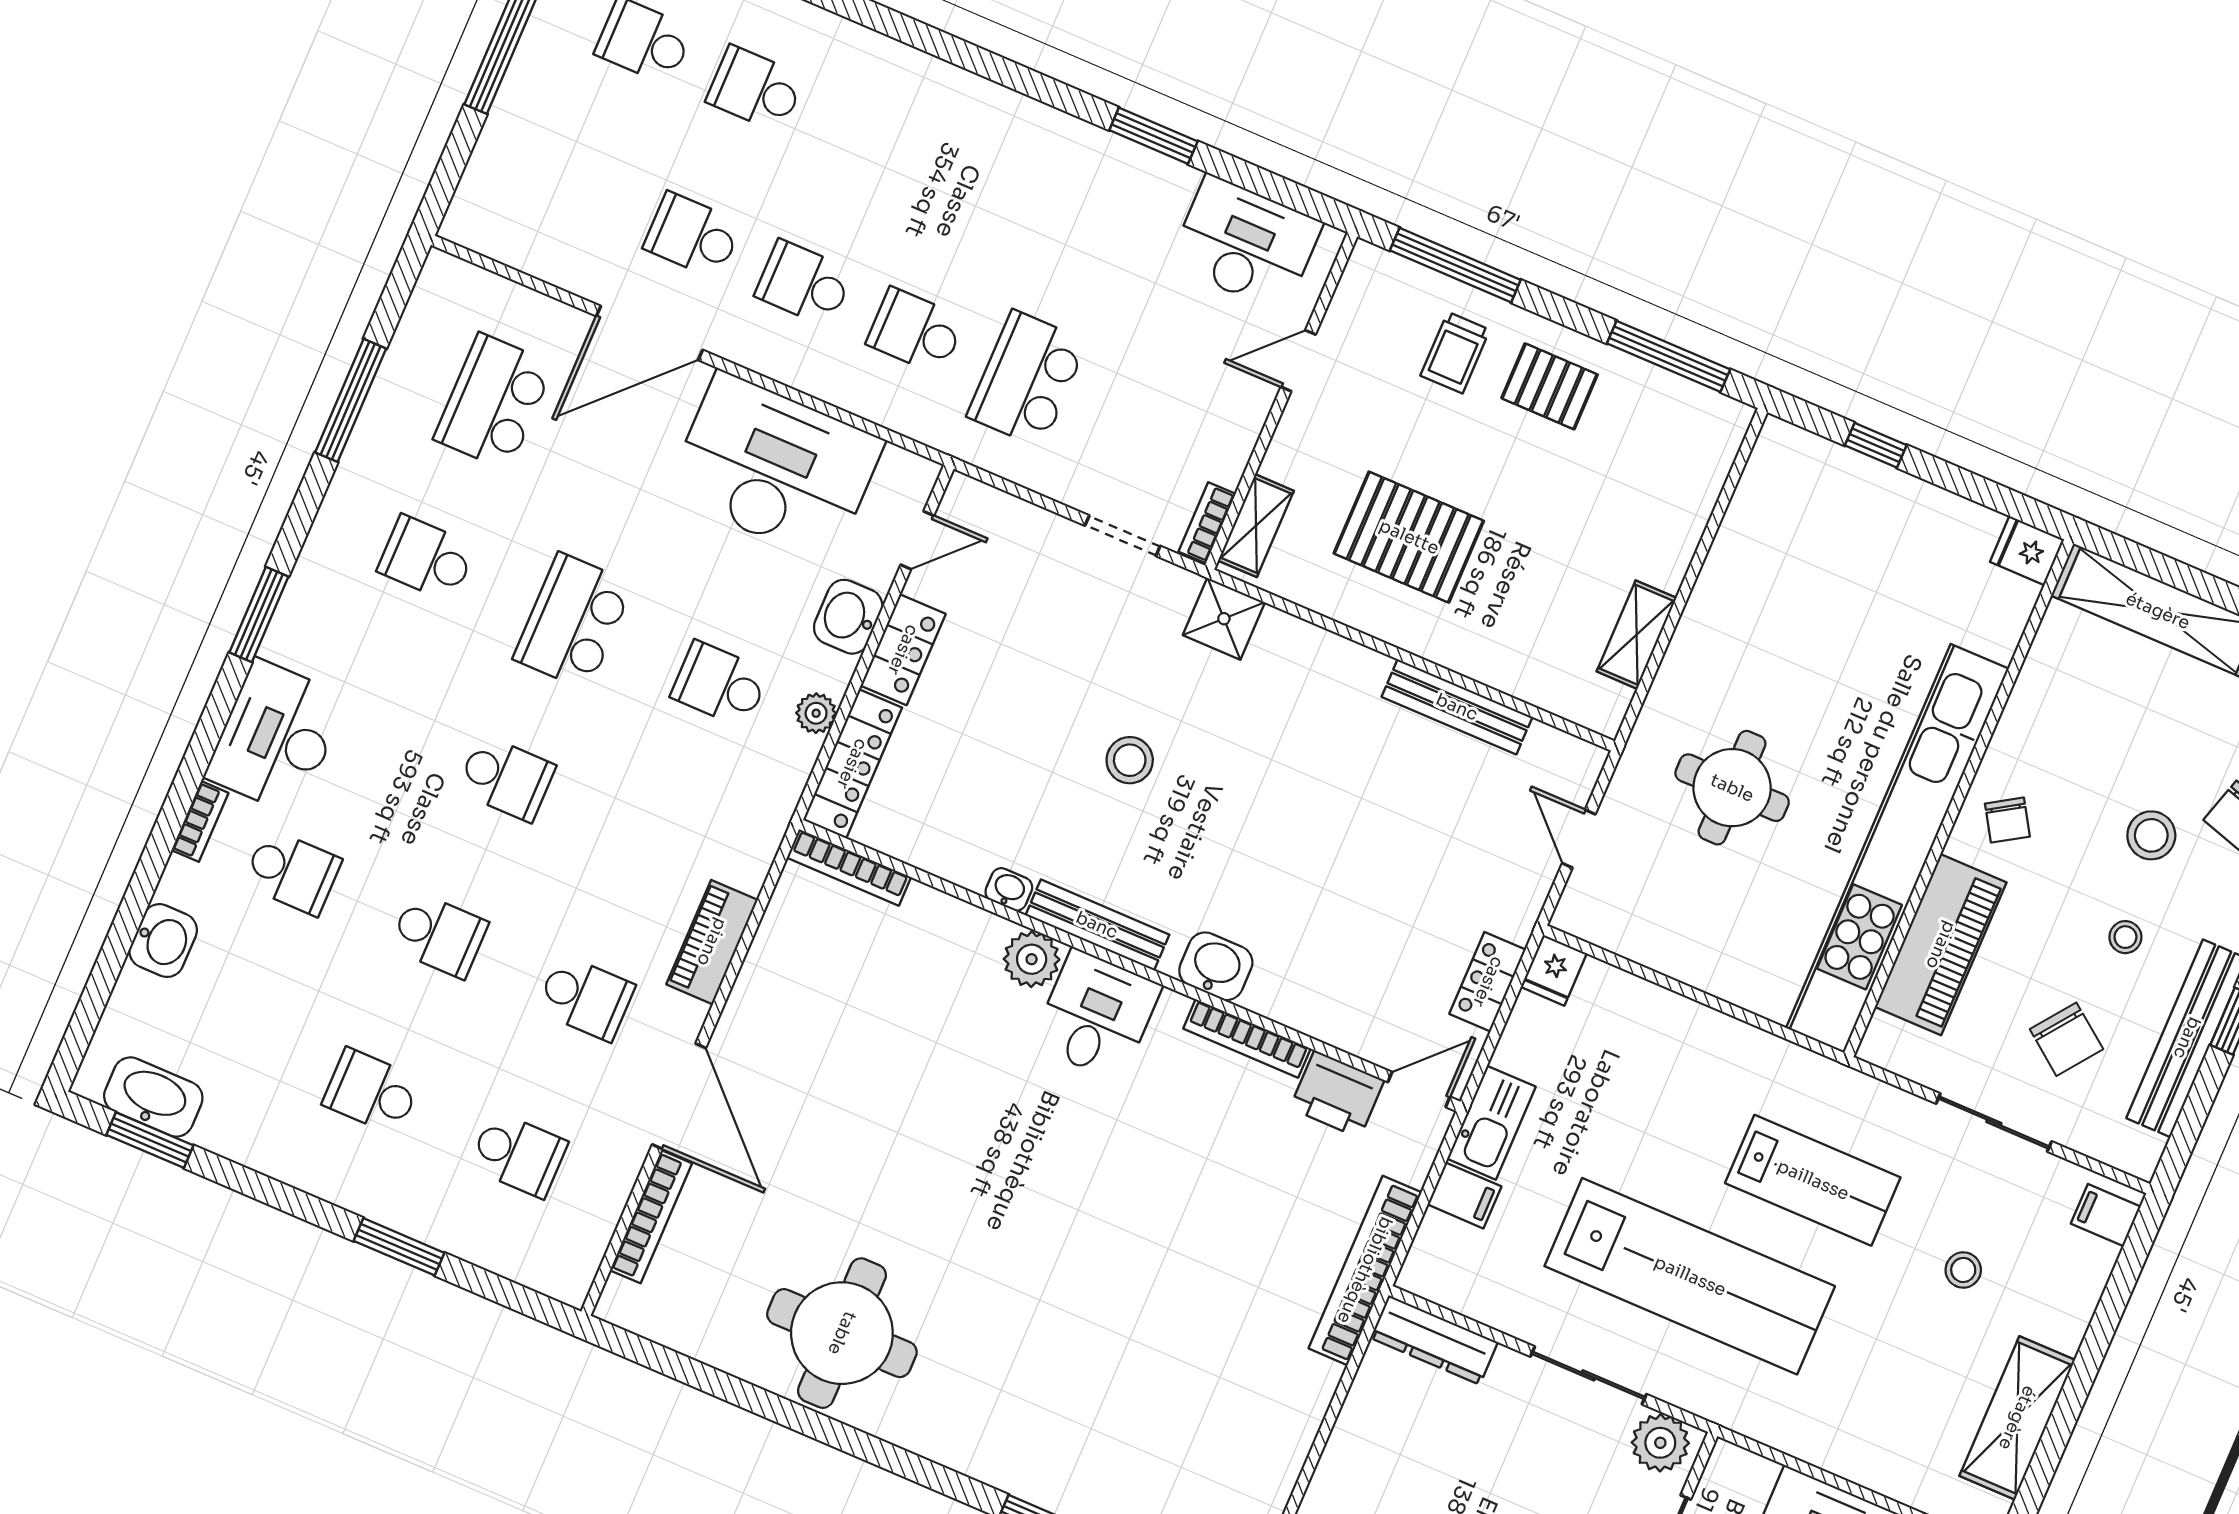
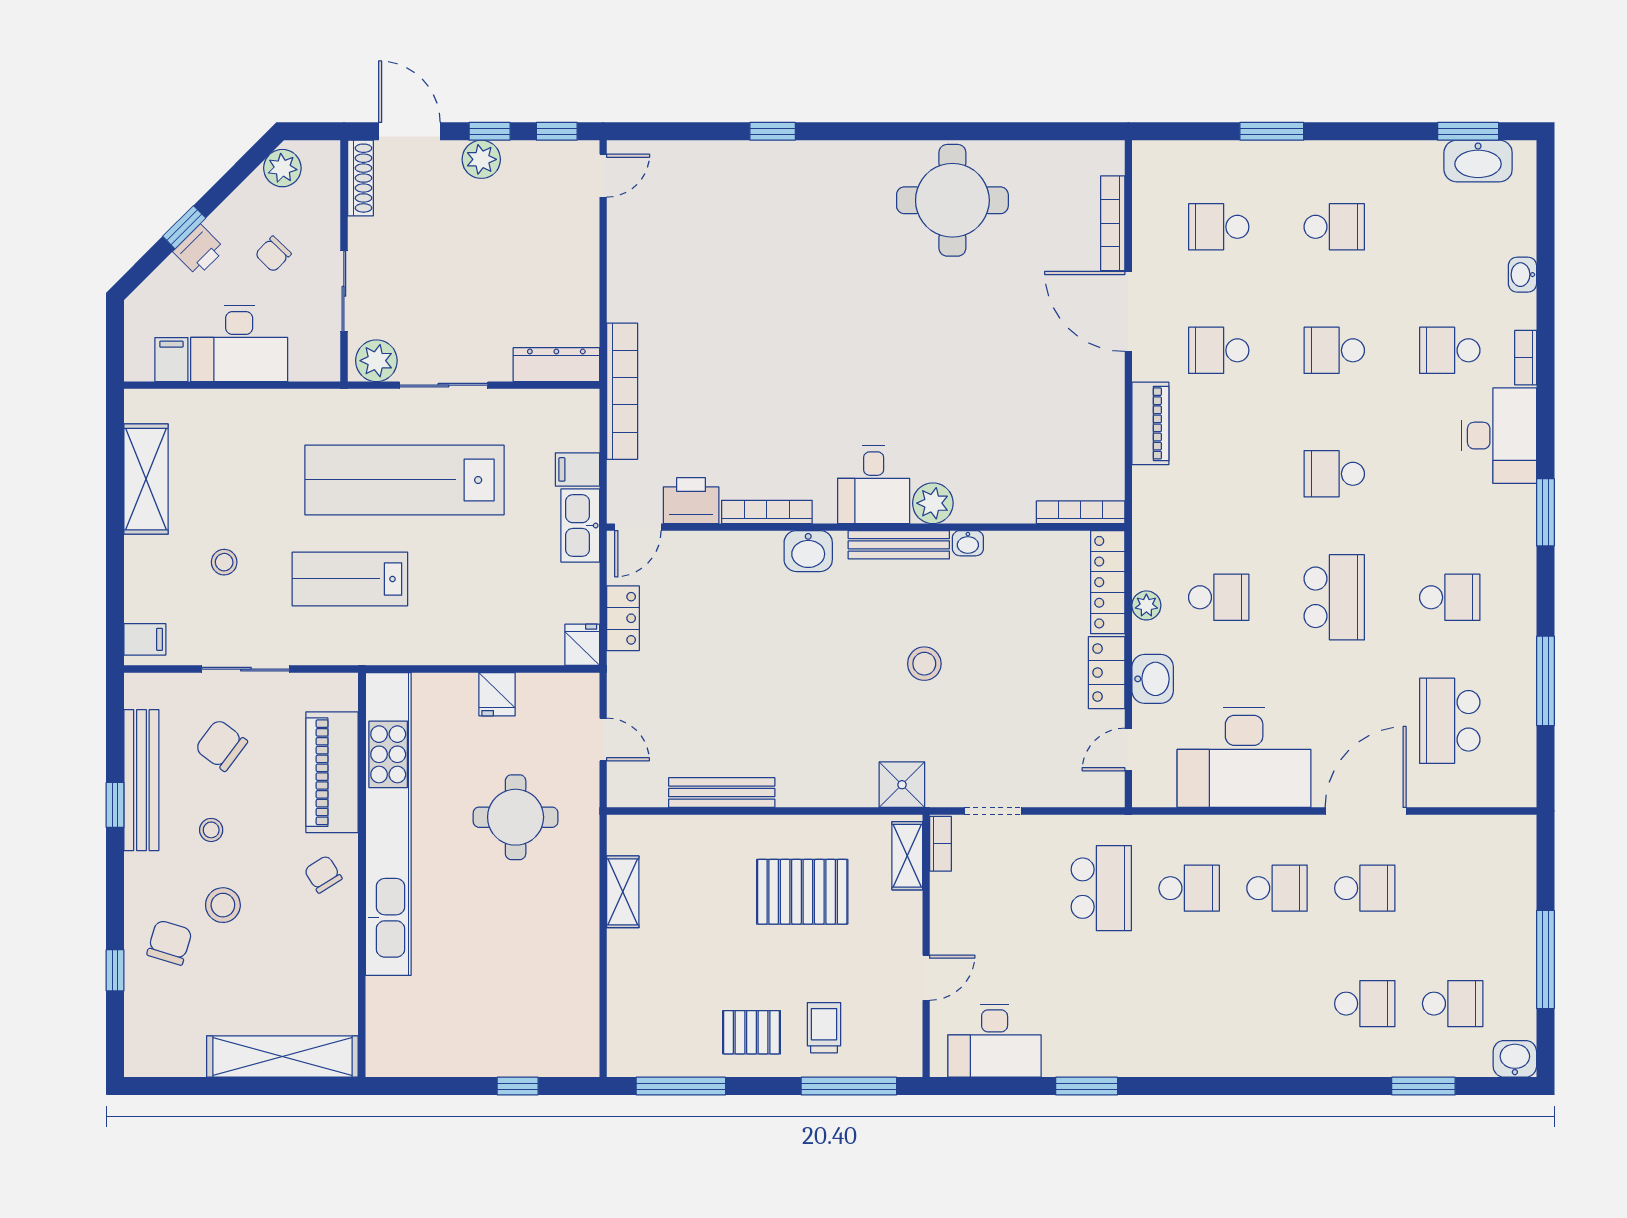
school desk: (494, 402) -> (1450, 721), turned 180
fridge: (2027, 551) -> (497, 694), moved, turned 90
washbasin: (163, 941) -> (1522, 275), width x0.72, depth x0.69

